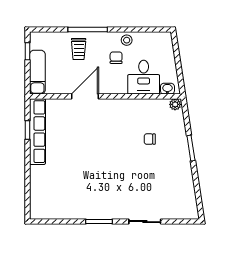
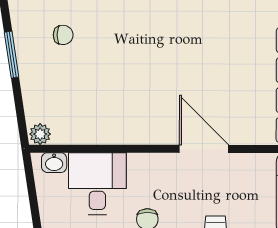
door: (85, 96) -> (204, 149), swing flipped
chair: (150, 139) -> (63, 35), moved

